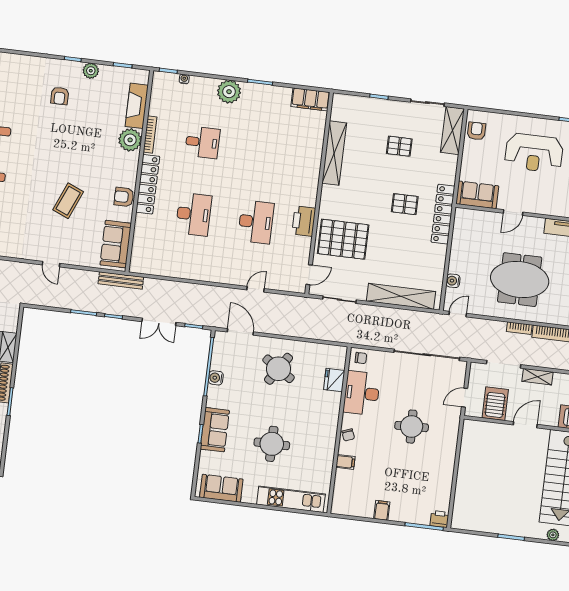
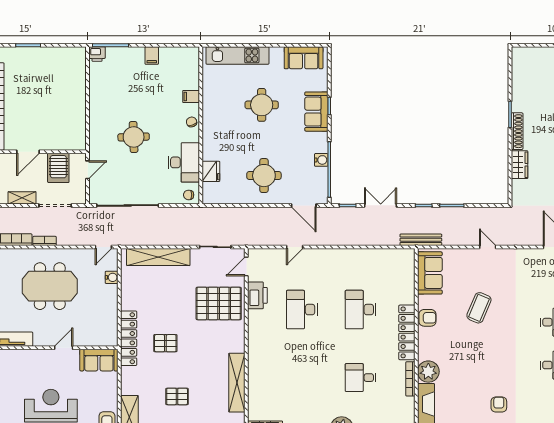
printer: (304, 221) -> (257, 295), moved
round table: (279, 369) -> (264, 176), turned -33

